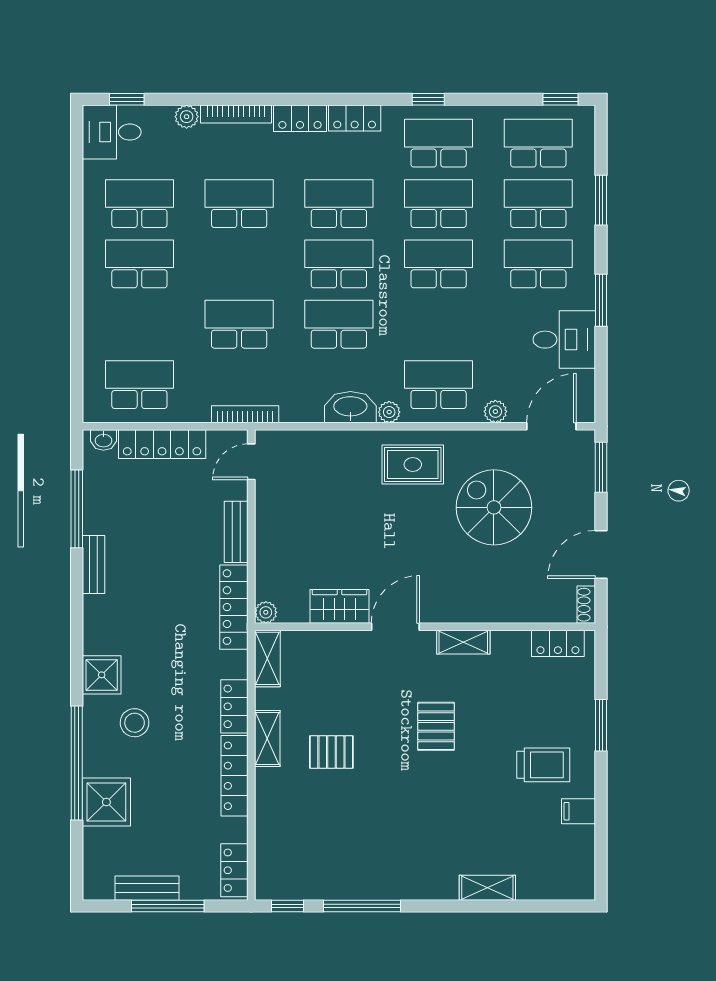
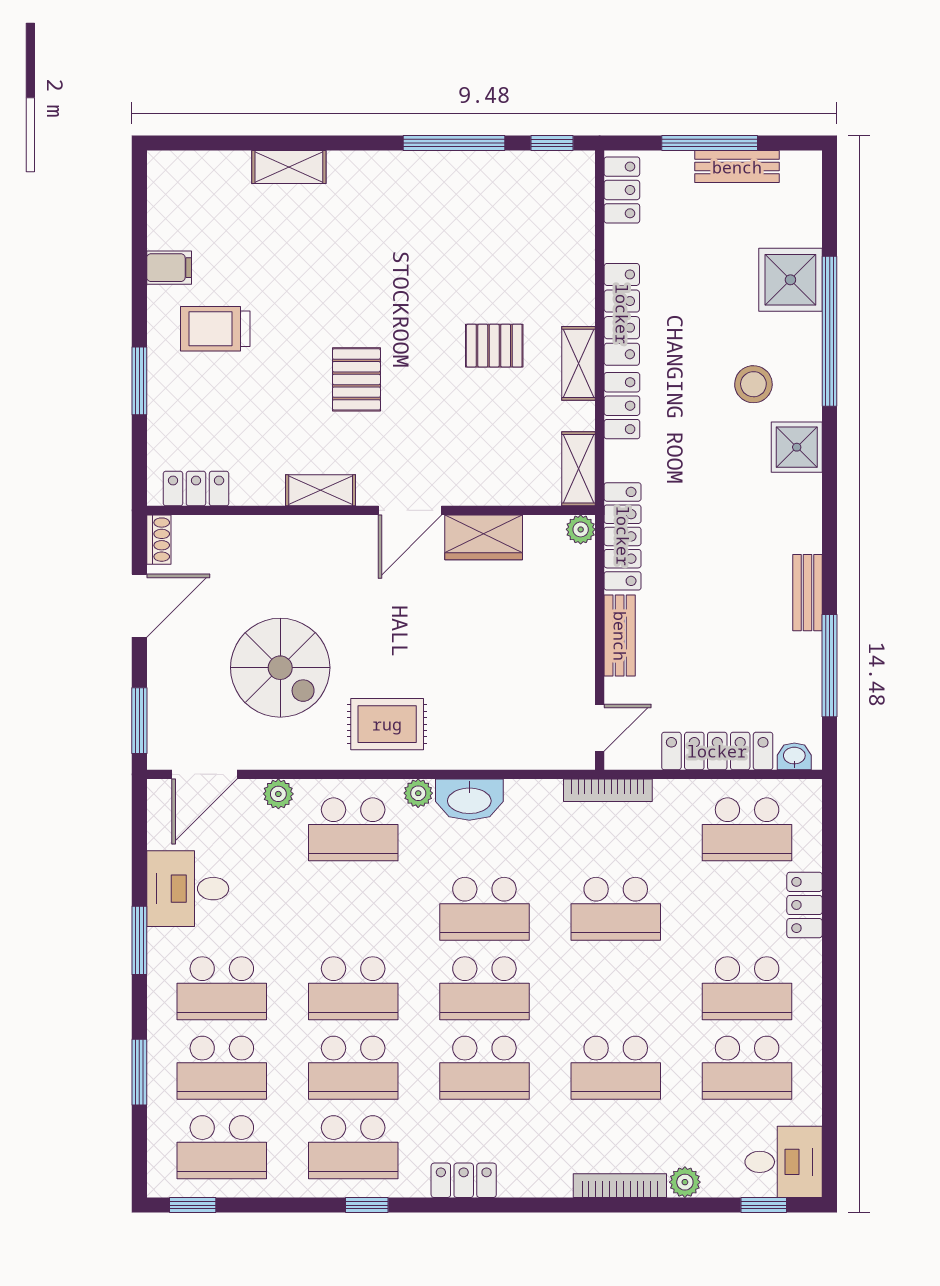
locker: (300, 118) -> (805, 905), moved, turned -90

